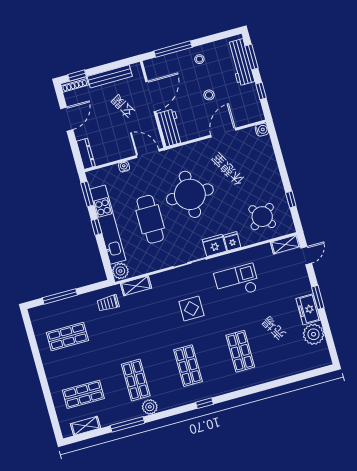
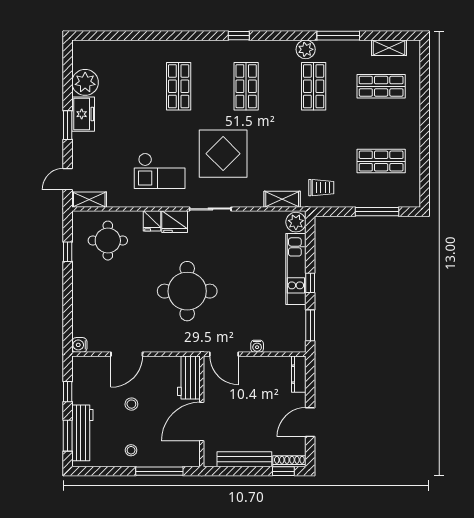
round table: (262, 217) -> (108, 241), turned 37
cafe table: (150, 219) -> (243, 274), removed
kitchen unit: (108, 225) -> (296, 269), width x0.73
display table: (191, 309) -> (223, 154), width x1.86, depth x1.86

